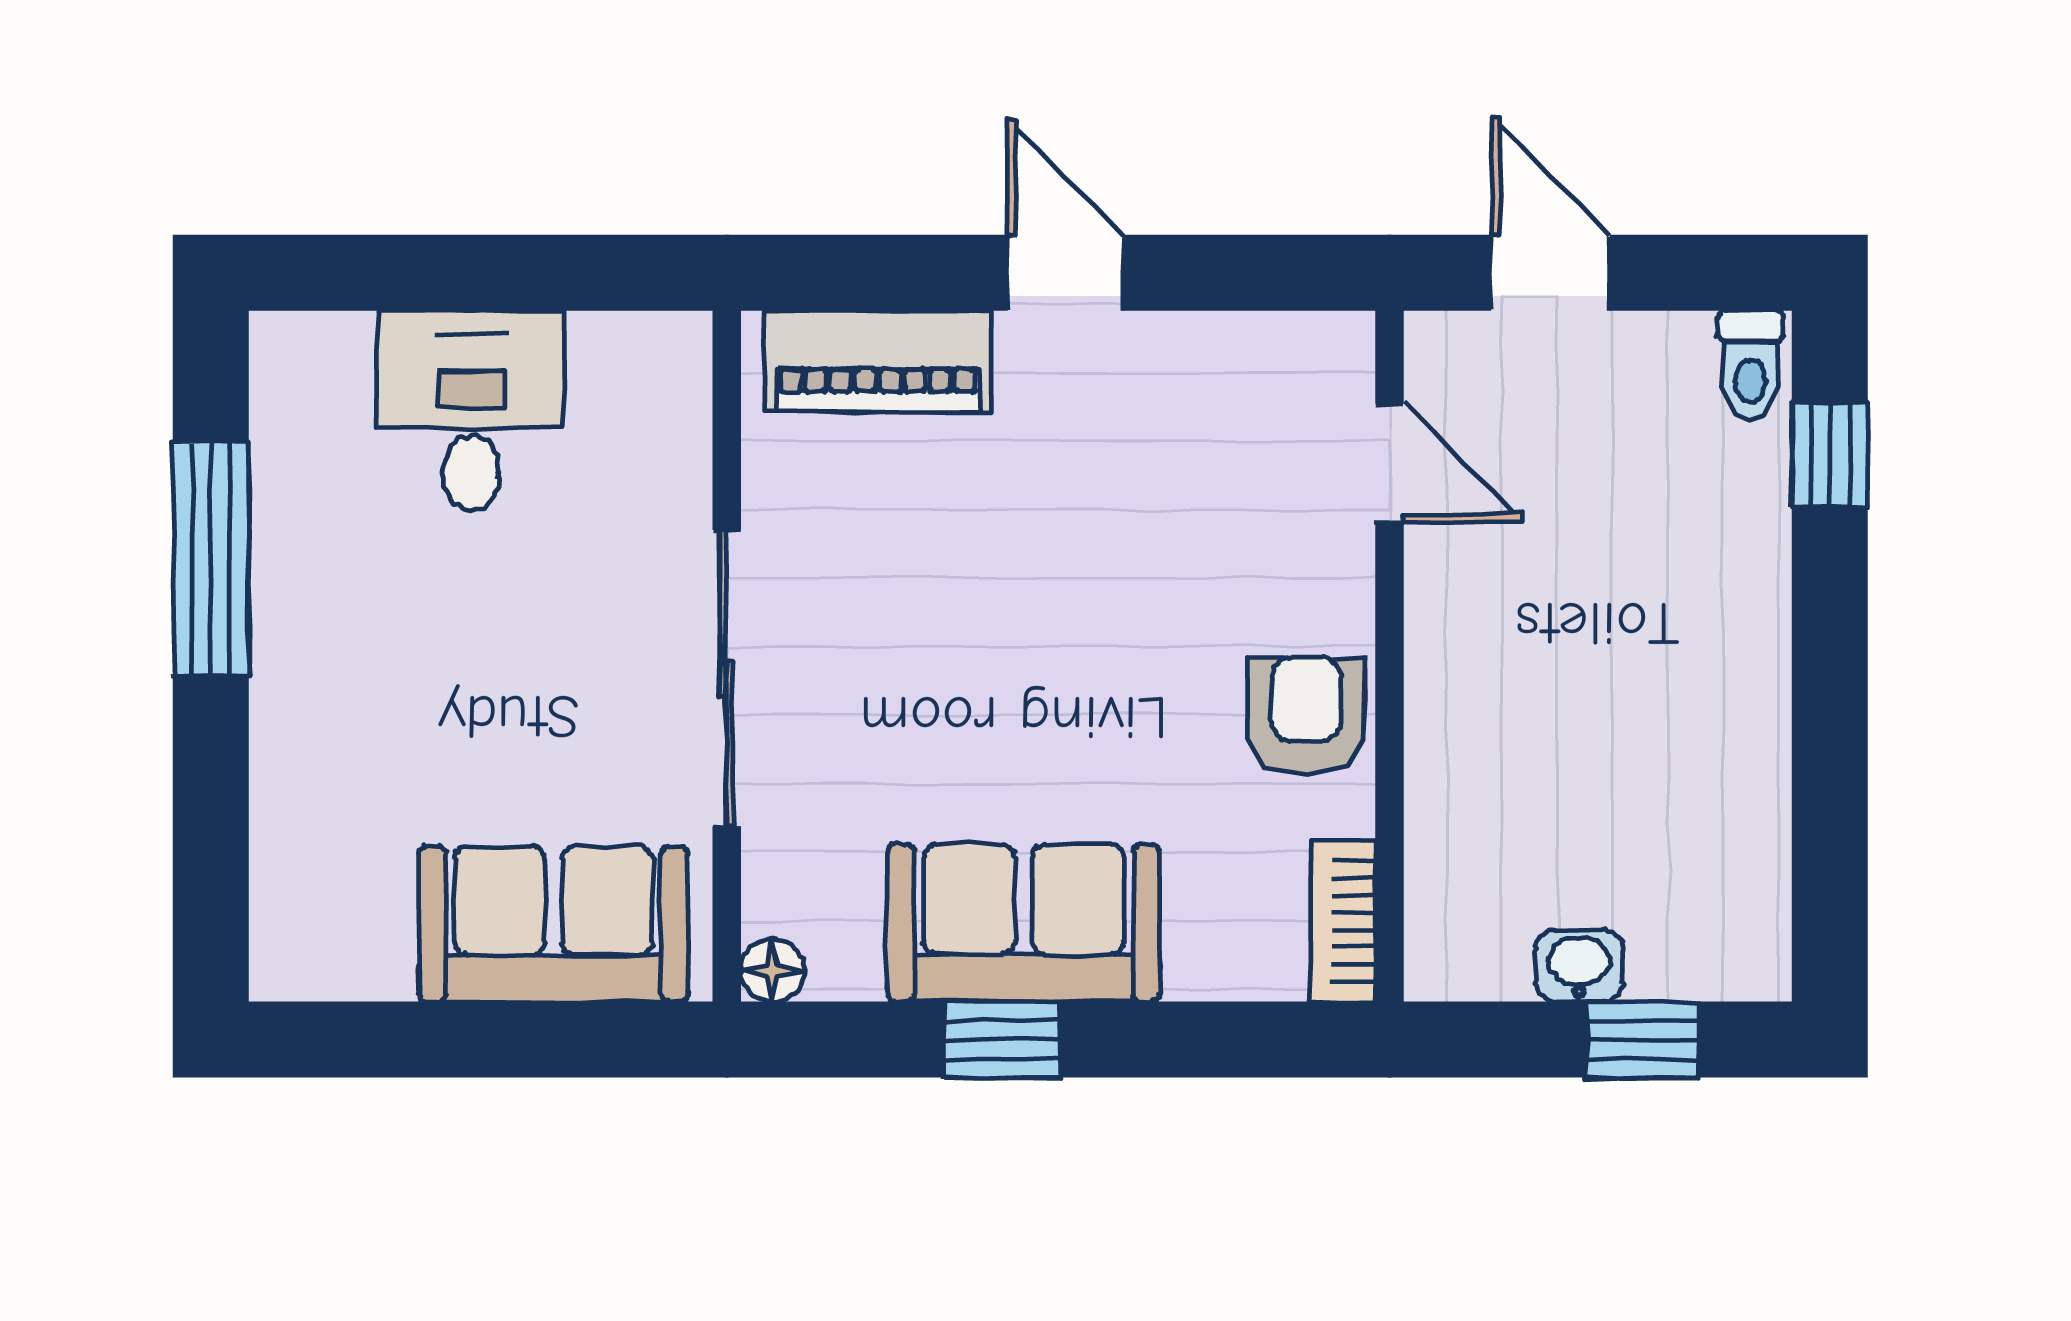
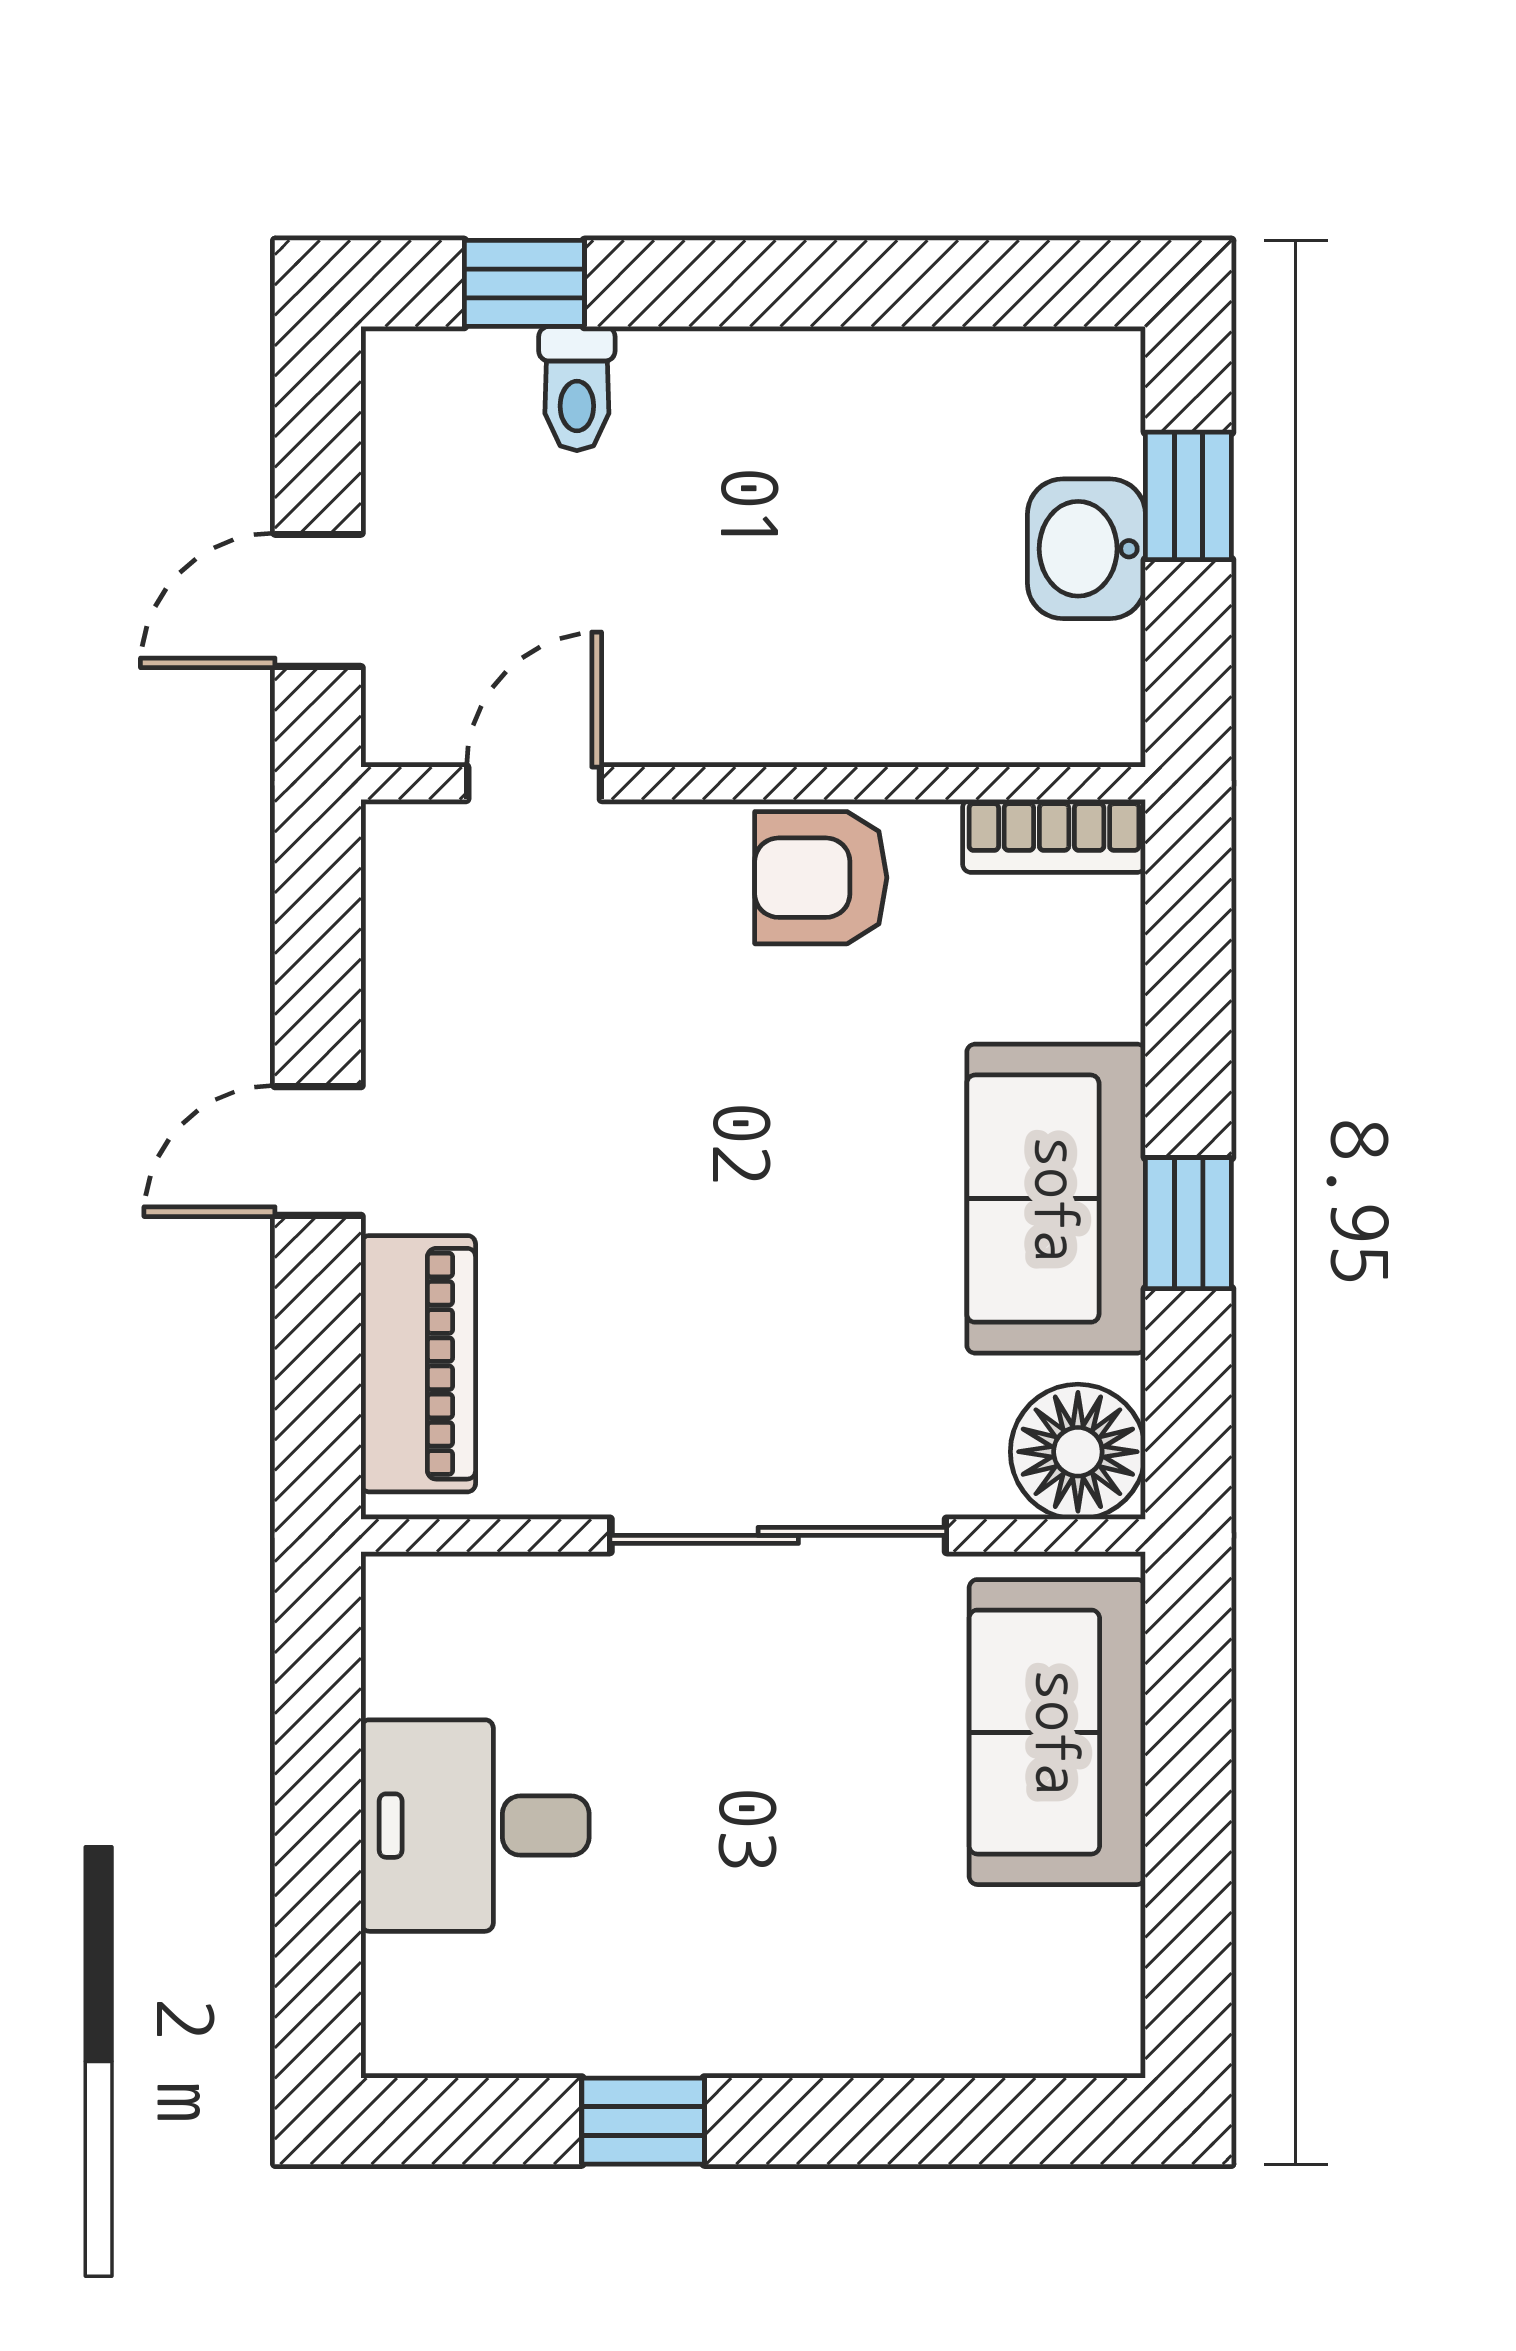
toilet: (1750, 365) -> (577, 389), moved, turned 90
window: (211, 559) -> (643, 2121), width x0.46
washbasin: (1579, 966) -> (1086, 549), width x1.38, depth x1.45
floor lamp: (773, 970) -> (1078, 1452), width x1.89, depth x1.89

